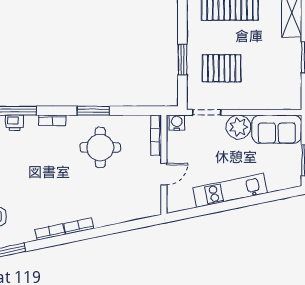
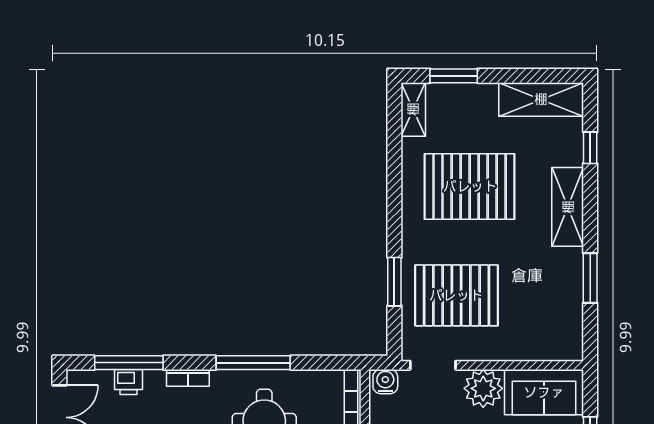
pallet: (222, 68) -> (456, 295), width x1.37, depth x1.41
window: (93, 111) -> (253, 363), width x1.44

